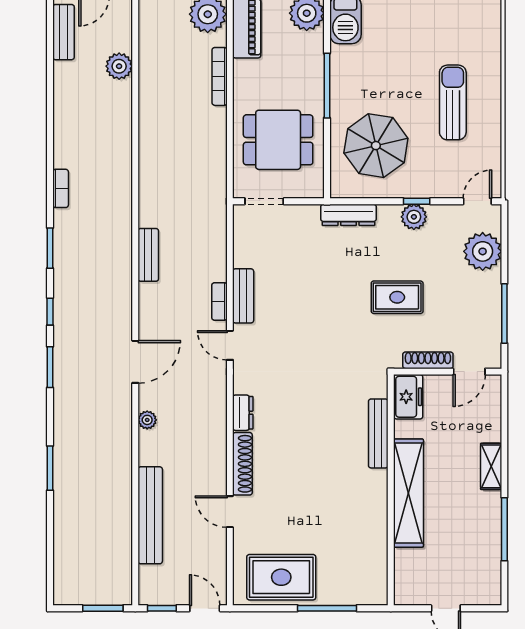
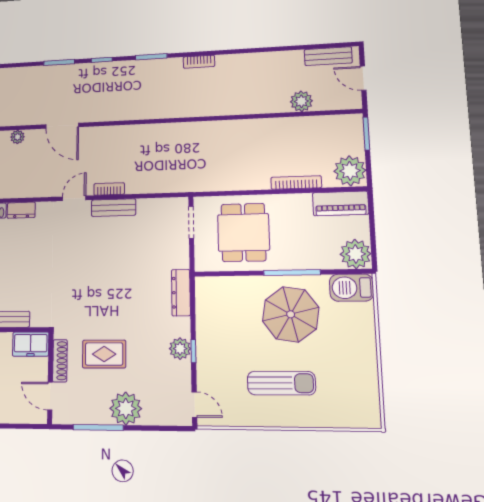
parasol: (376, 146) -> (291, 314), moved
plant: (483, 251) -> (126, 408), moved
bench: (148, 255) -> (146, 132), removed
rug: (397, 297) -> (104, 354), moved, turned 90

